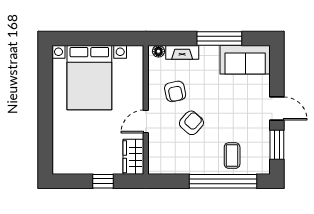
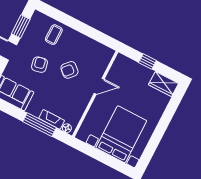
window: (219, 38) -> (39, 125), moved
armchair: (175, 91) -> (39, 65), moved
wardrobe: (133, 157) -> (163, 84), moved, turned 90
window: (223, 181) -> (69, 21), removed

